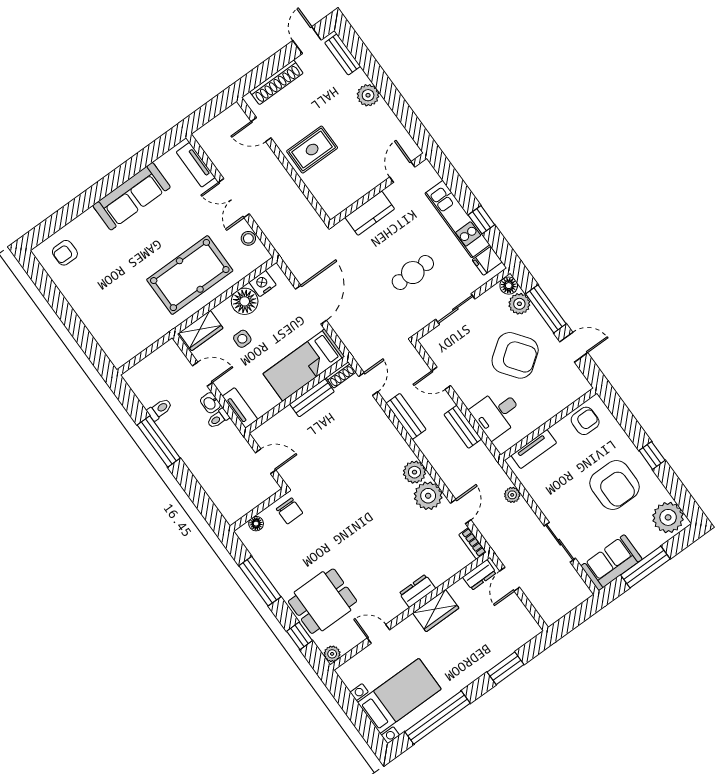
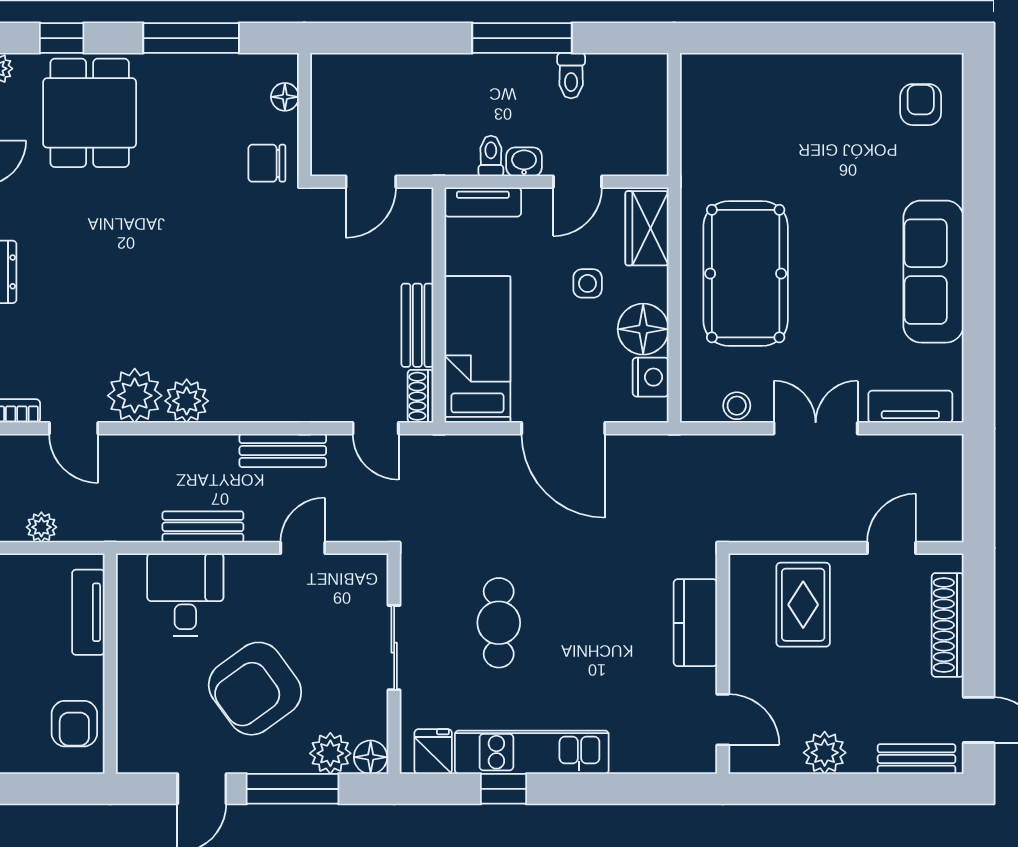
door: (402, 172) -> (723, 720), moved
wall: (379, 189) -> (723, 664), moved
kitchen counter: (370, 213) -> (695, 623), moved

